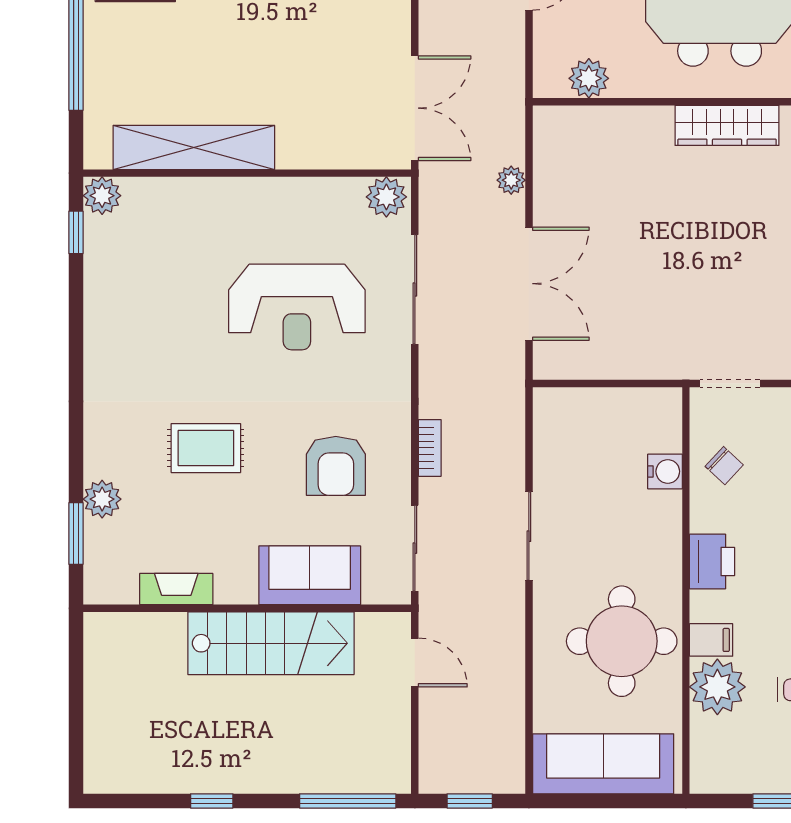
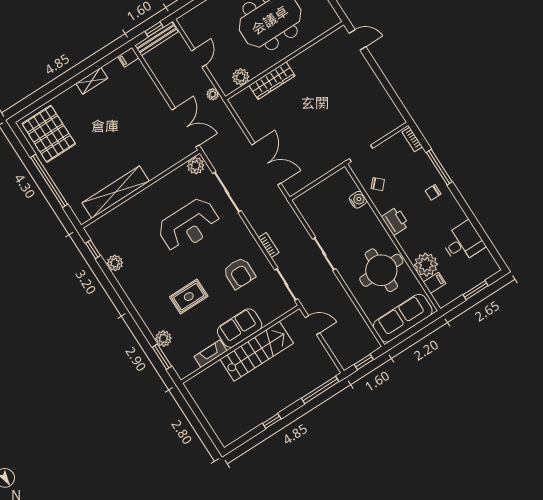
wardrobe: (727, 125) -> (272, 81), moved
plant: (511, 180) -> (213, 94), moved
plant: (102, 196) -> (115, 263), moved
sofa: (310, 575) -> (240, 328), moved
filing cabinet: (711, 640) -> (434, 283), moved

